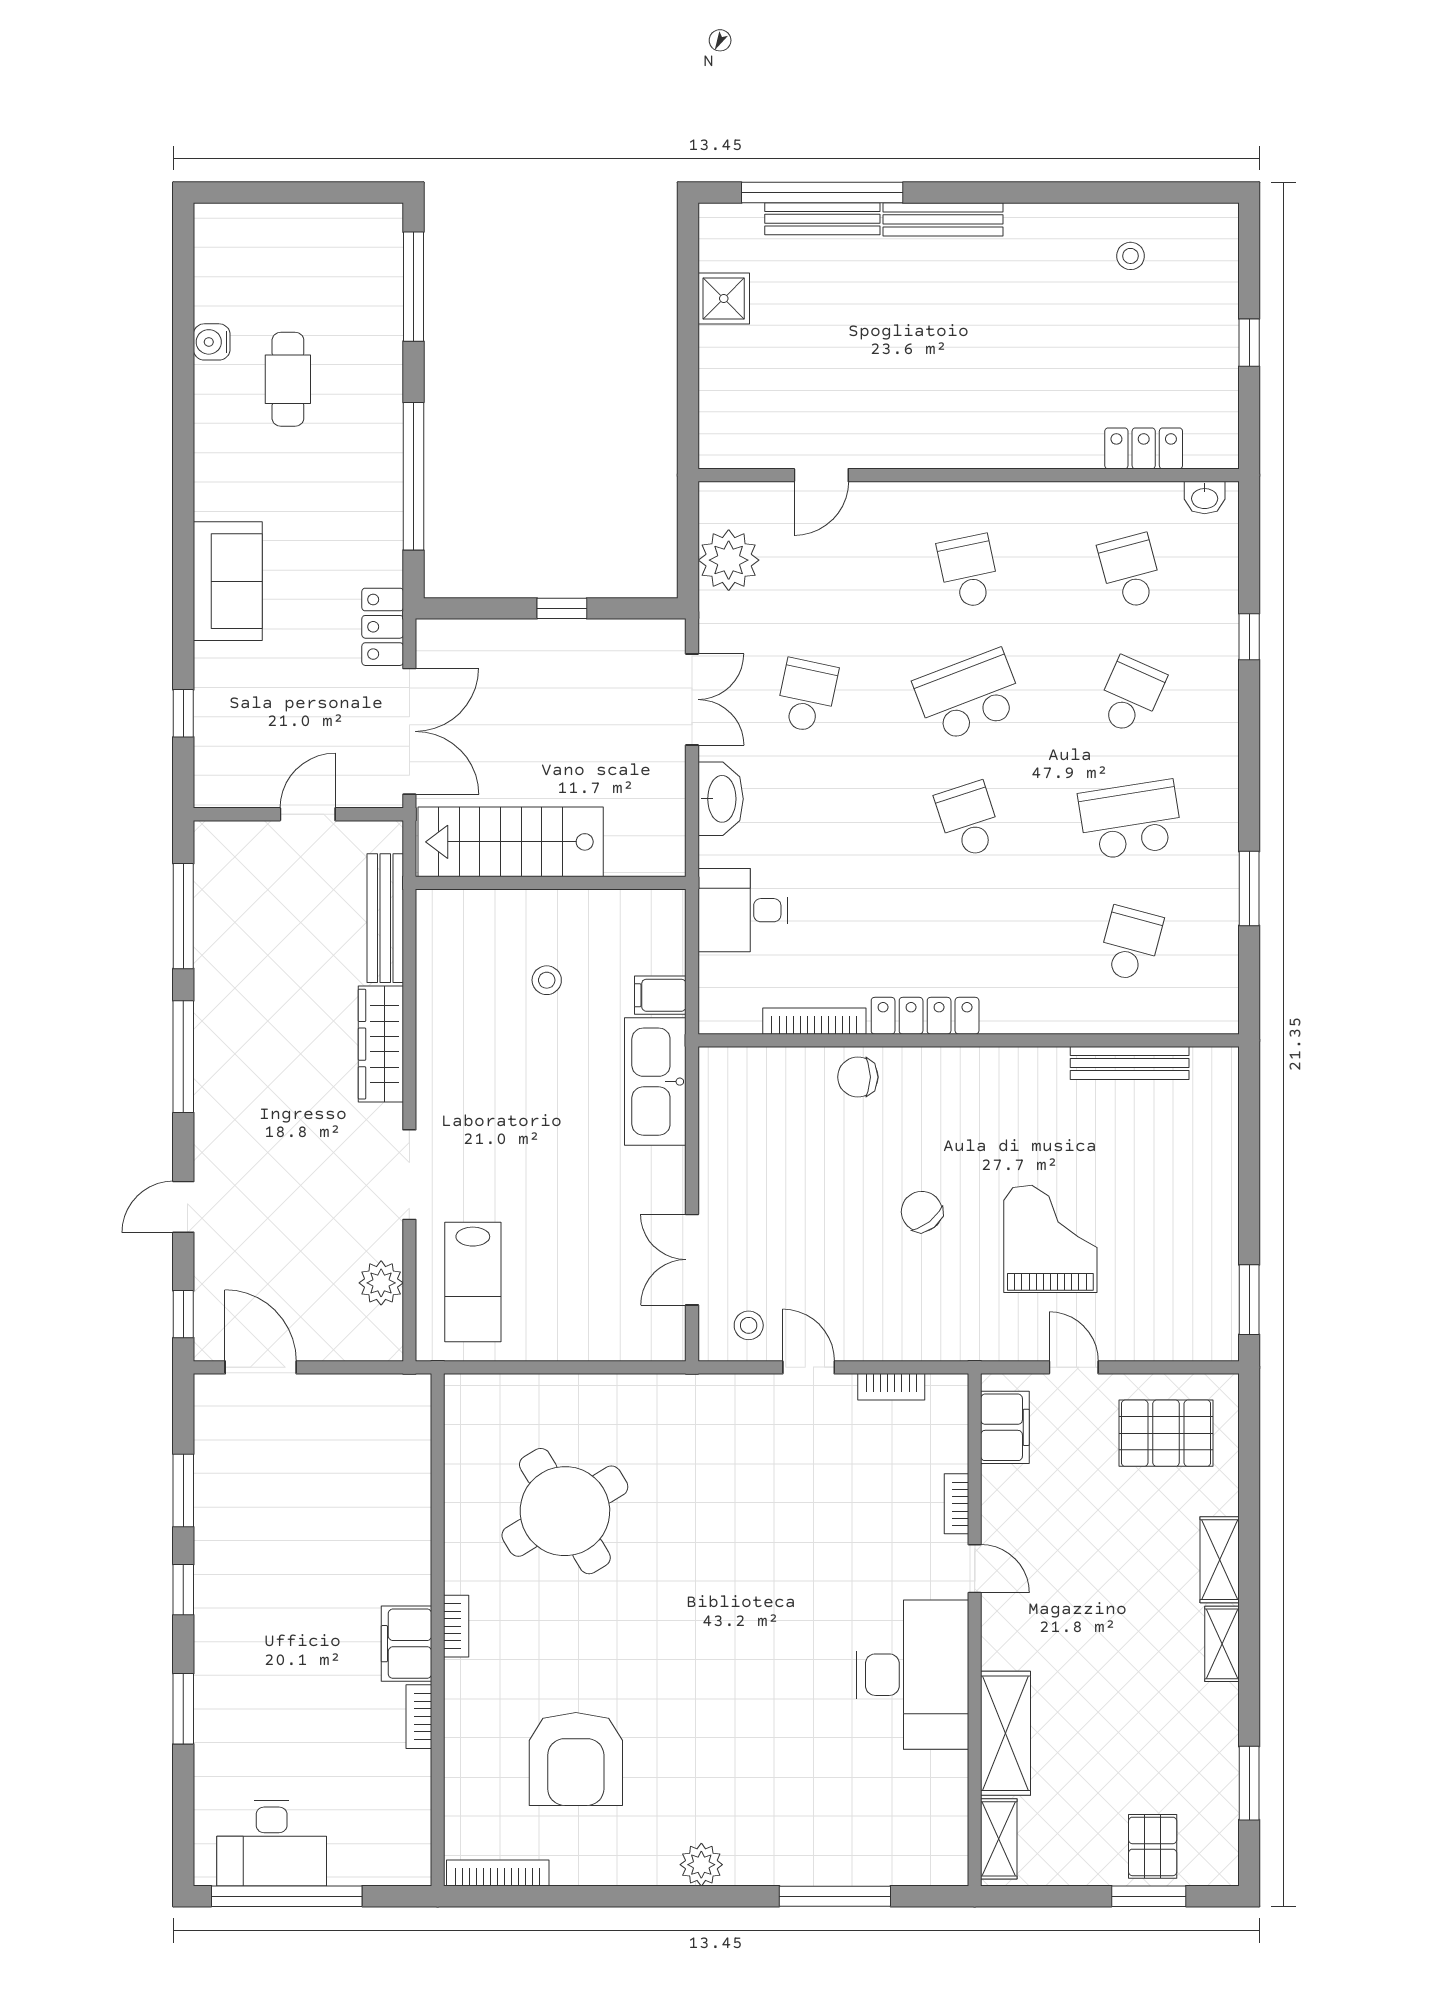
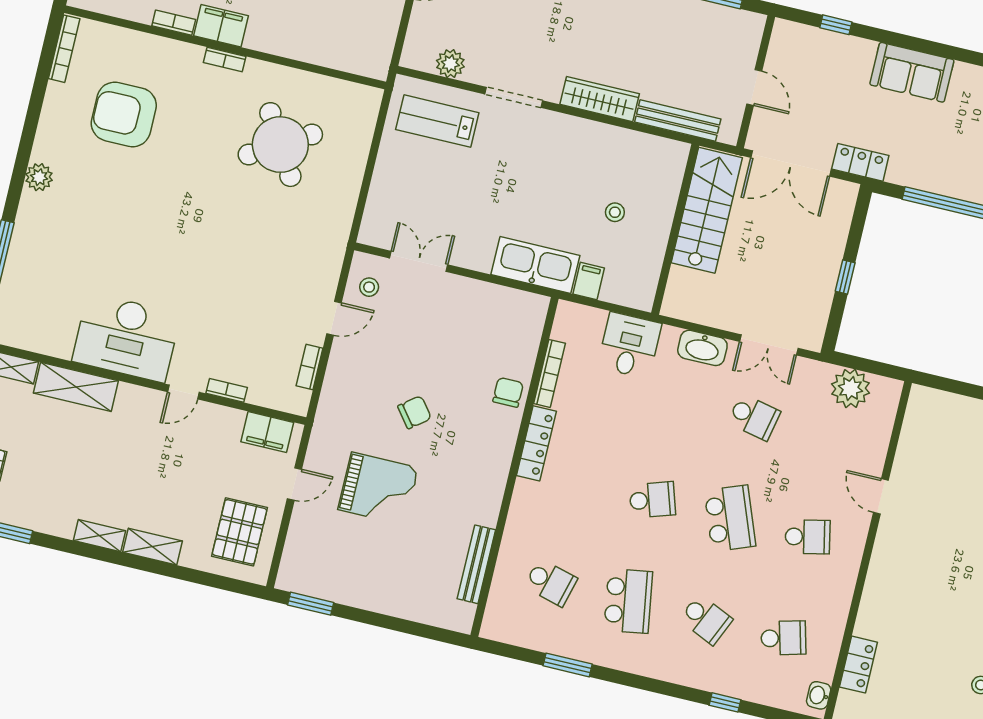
door: (821, 475) -> (881, 496), moved

